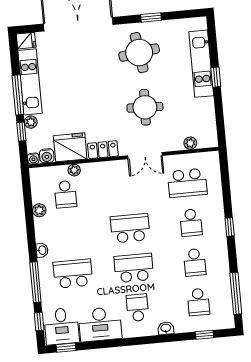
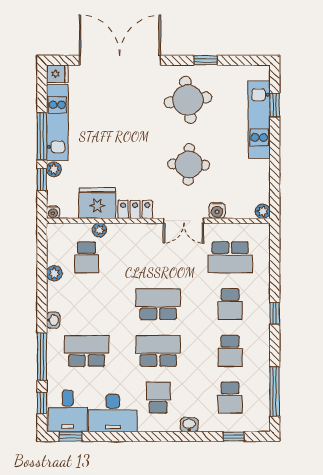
window: (216, 77) -> (275, 105), moved
plant: (190, 143) -> (263, 211), moved
water cooler: (47, 156) -> (217, 211), moved

